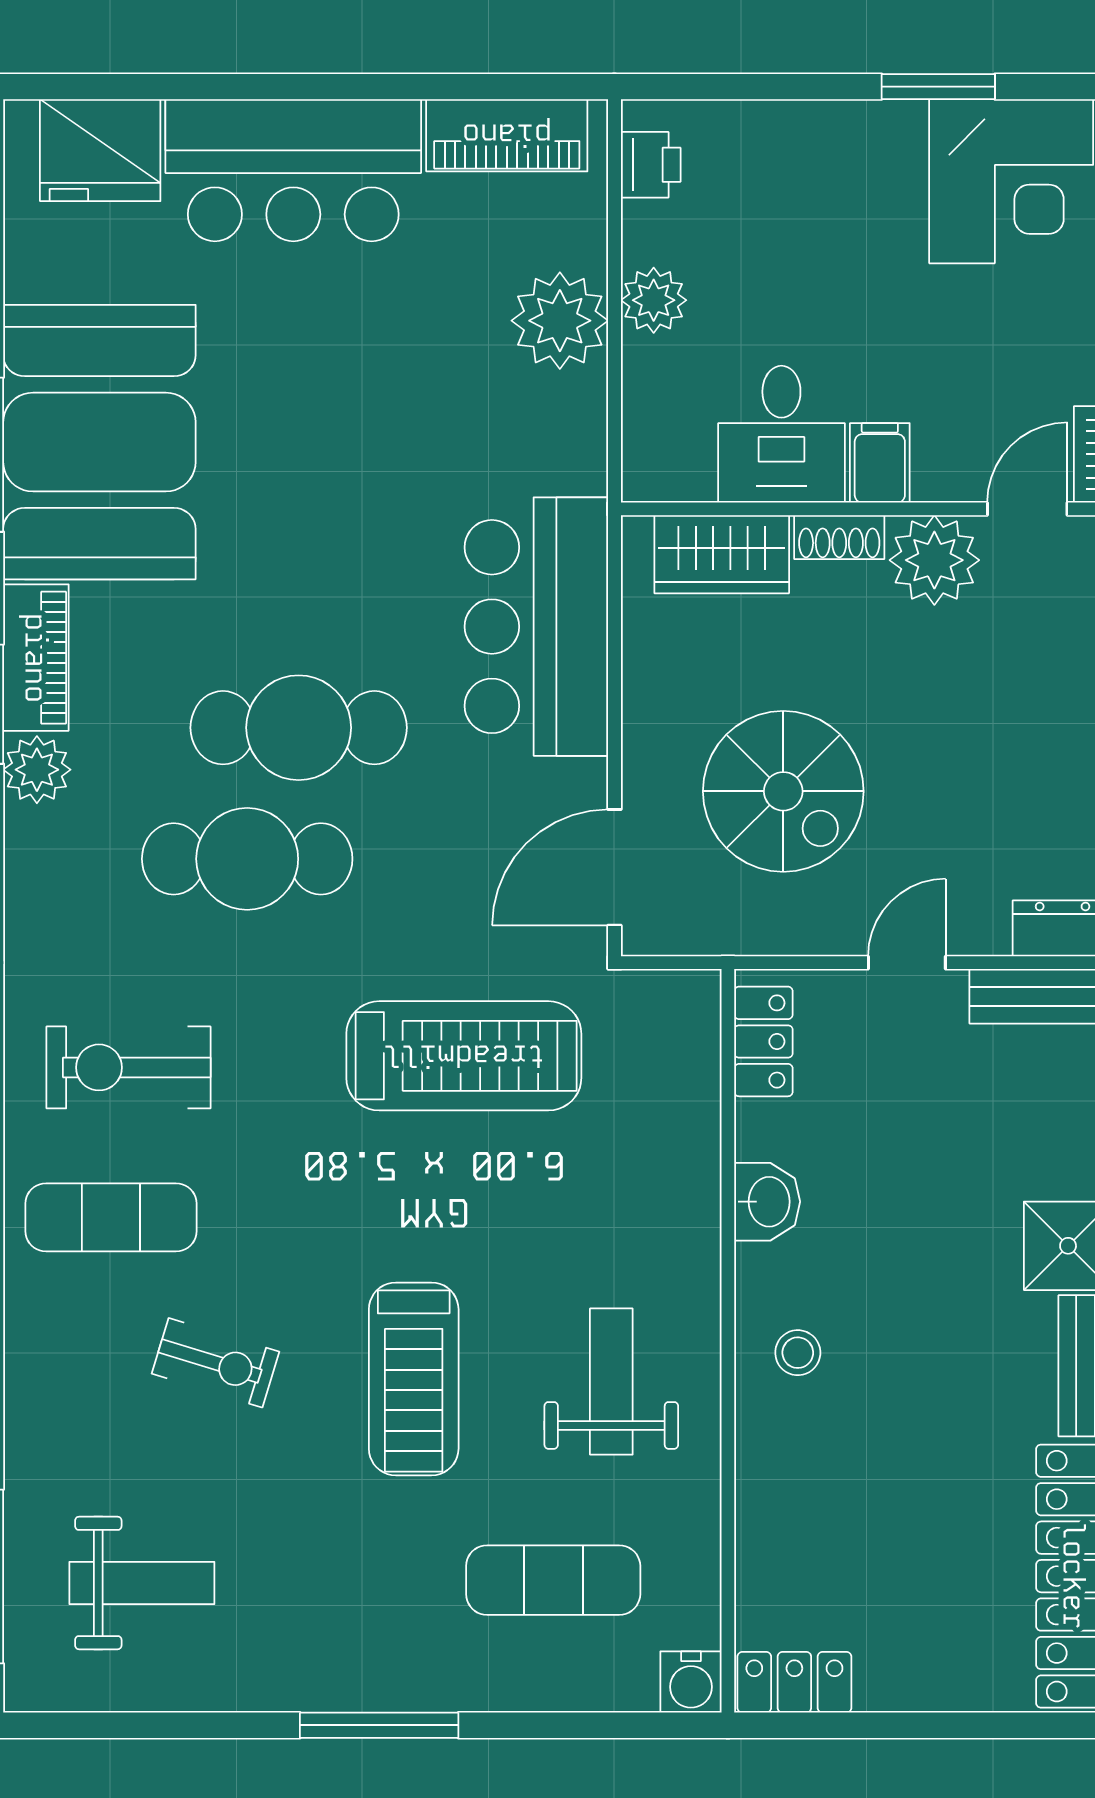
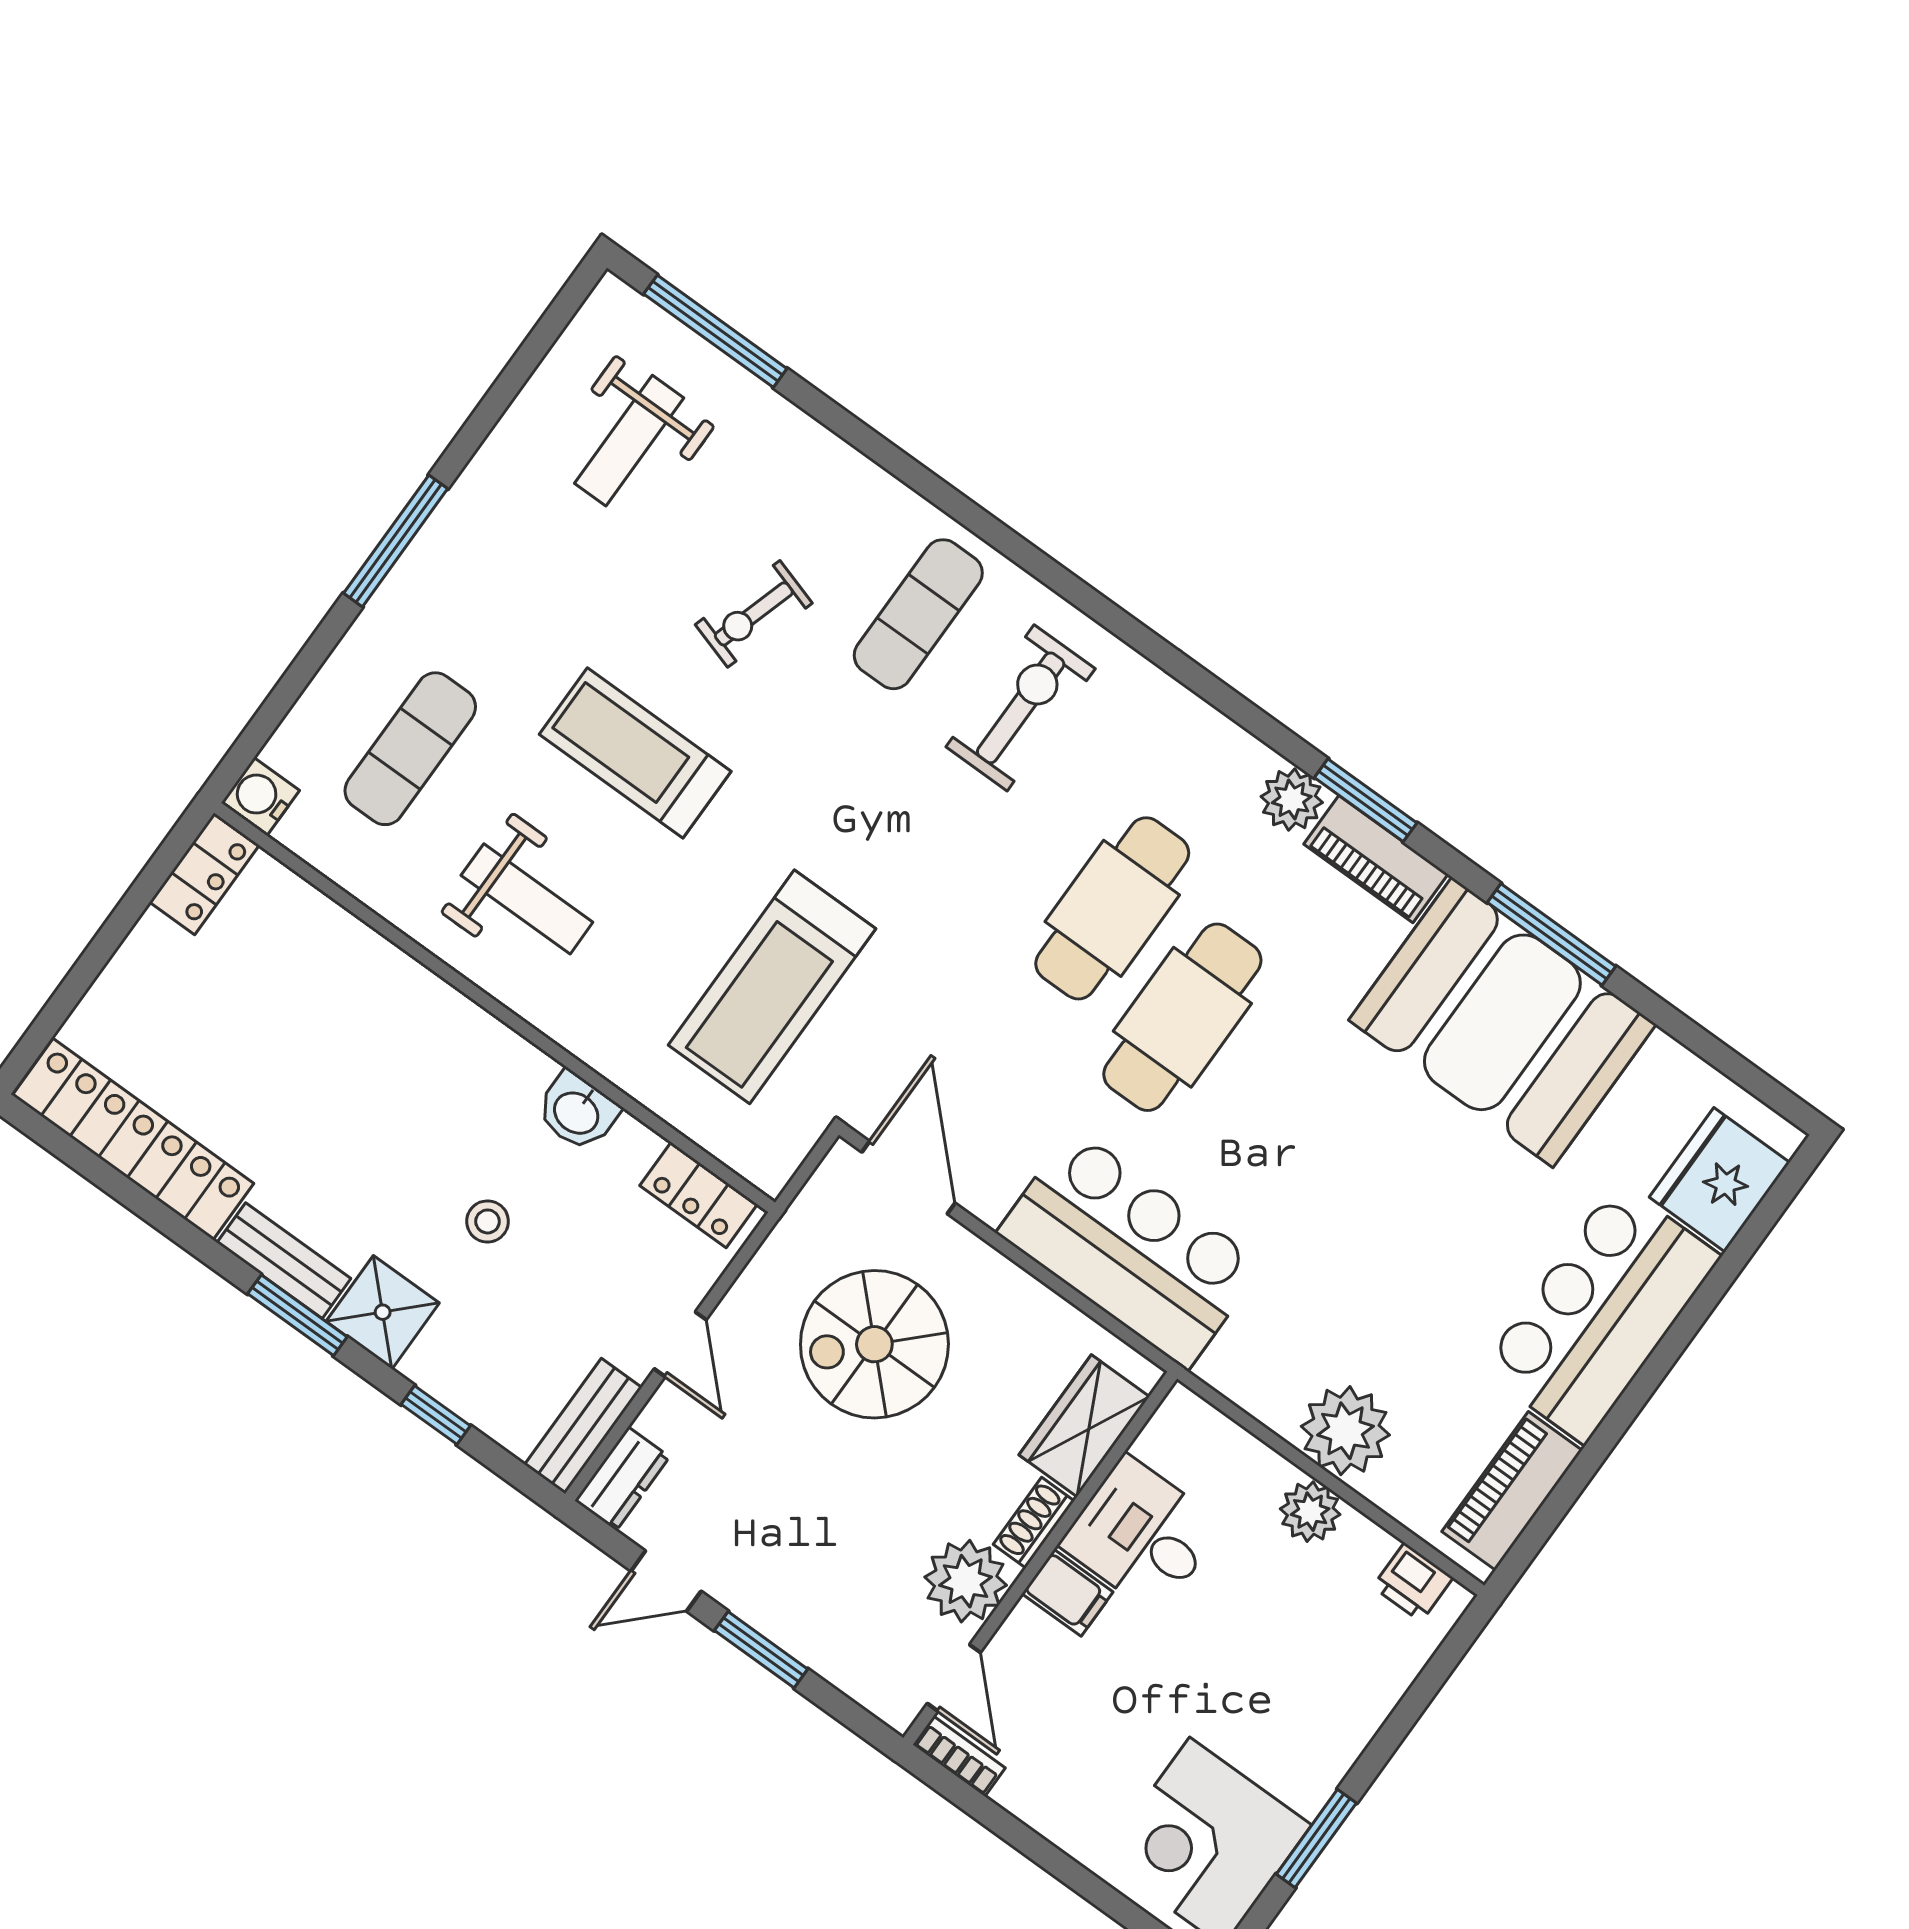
treadmill: (464, 1056) -> (772, 987), moved
stool: (798, 1353) -> (488, 1221), moved

